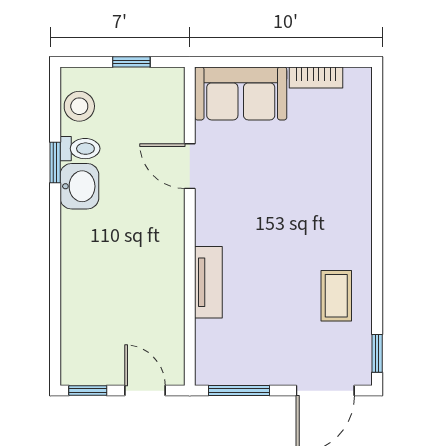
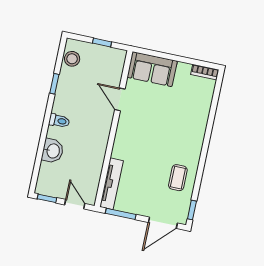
bookcase: (316, 78) -> (205, 72), moved
toilet: (80, 149) -> (59, 121), moved
washbasin: (79, 186) -> (53, 151), moved
tv unit: (208, 282) -> (111, 184), moved, width x1.41

